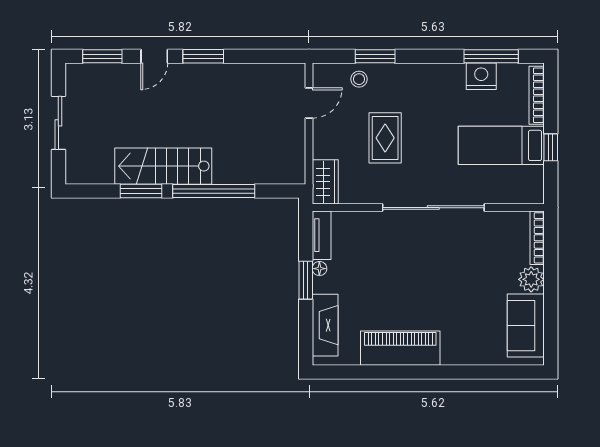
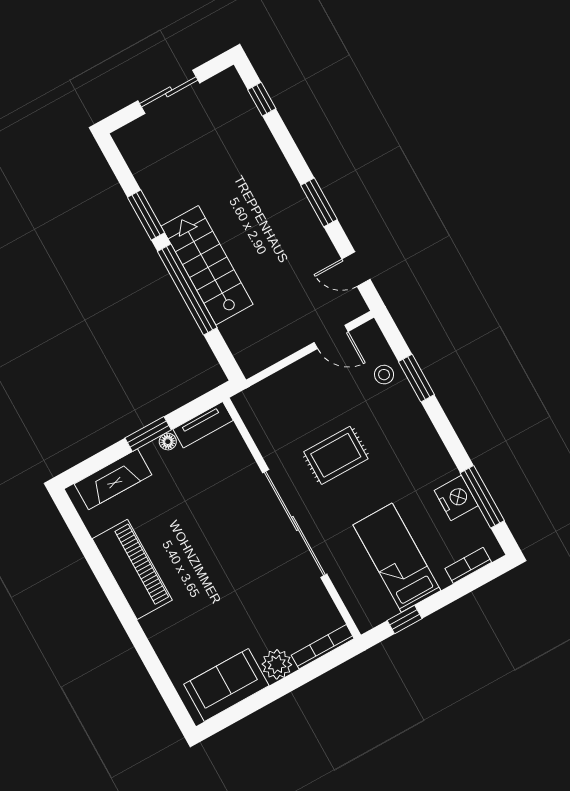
window: (102, 56) -> (262, 99), width x0.67
door: (154, 56) -> (356, 269), moved
bookcase: (537, 95) -> (468, 565), width x0.64
rug: (385, 138) -> (336, 455), moved
window: (551, 147) -> (405, 619), moved
stairs: (163, 166) -> (207, 265), moved
wardrobe: (325, 182) -> (260, 398), removed

